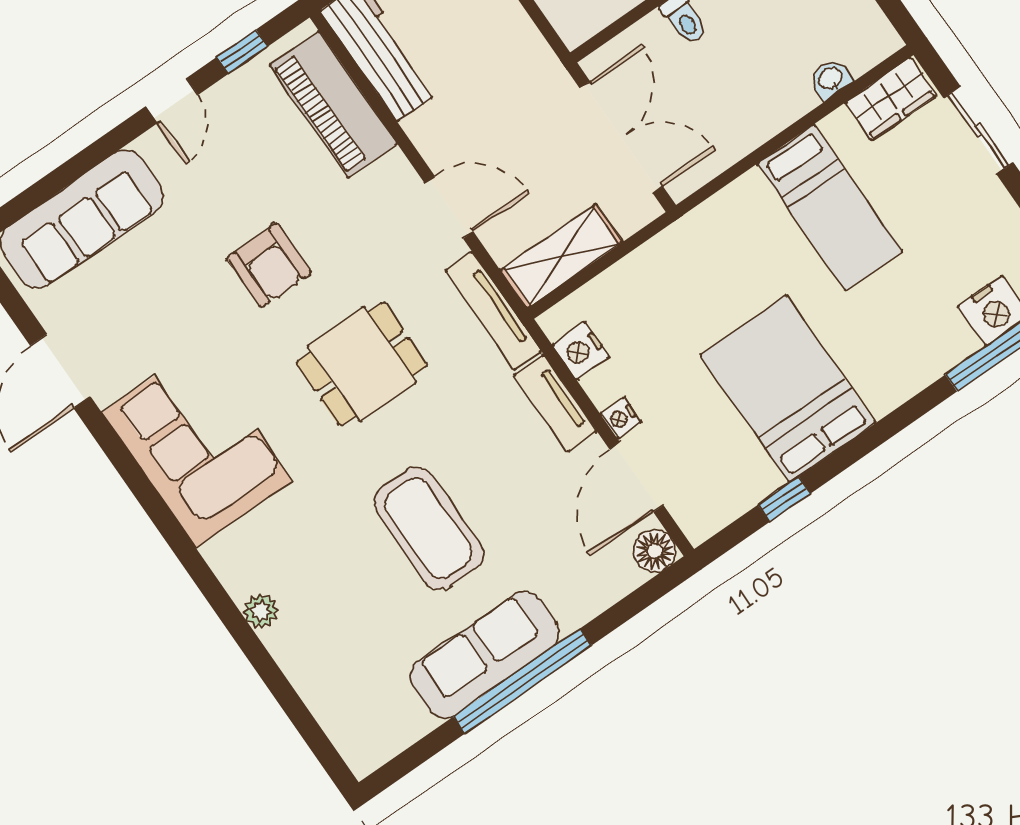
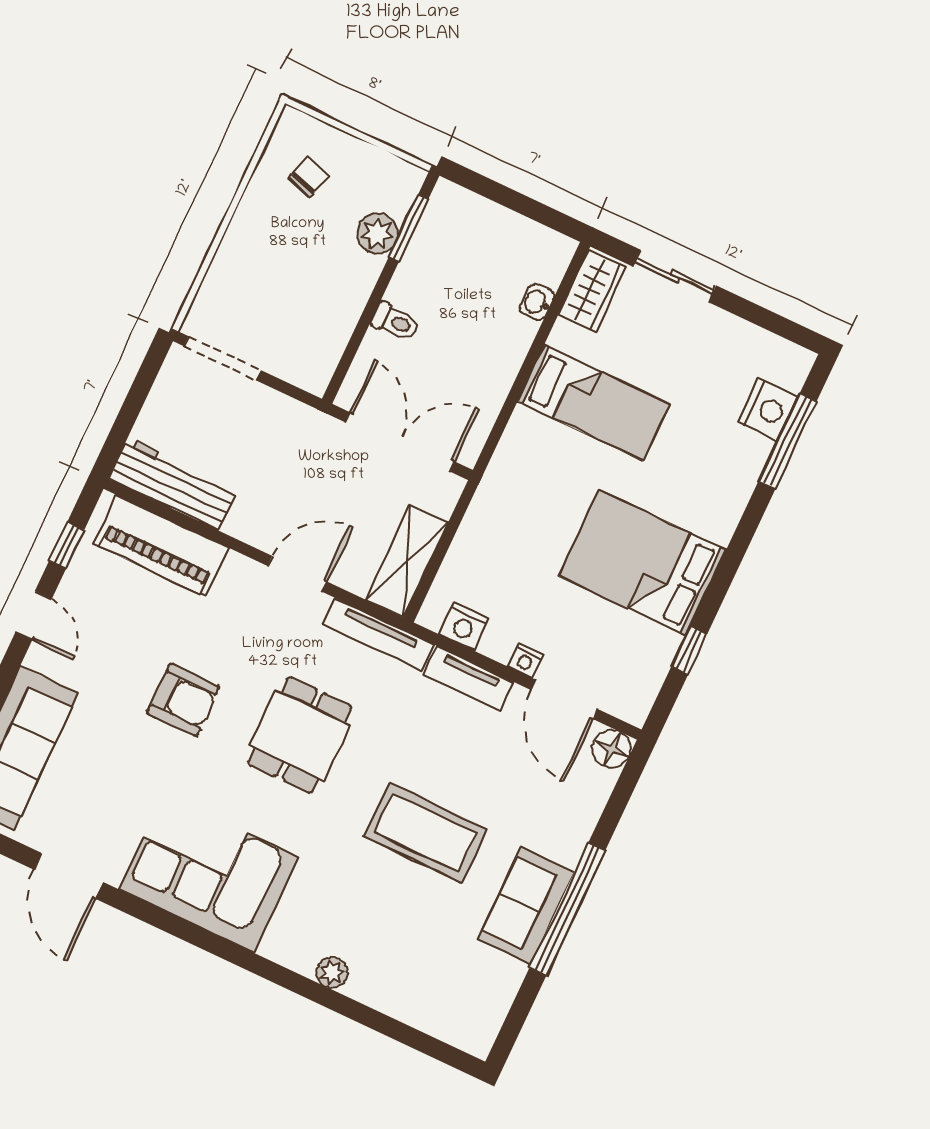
sofa: (485, 655) -> (526, 906), width x0.73

